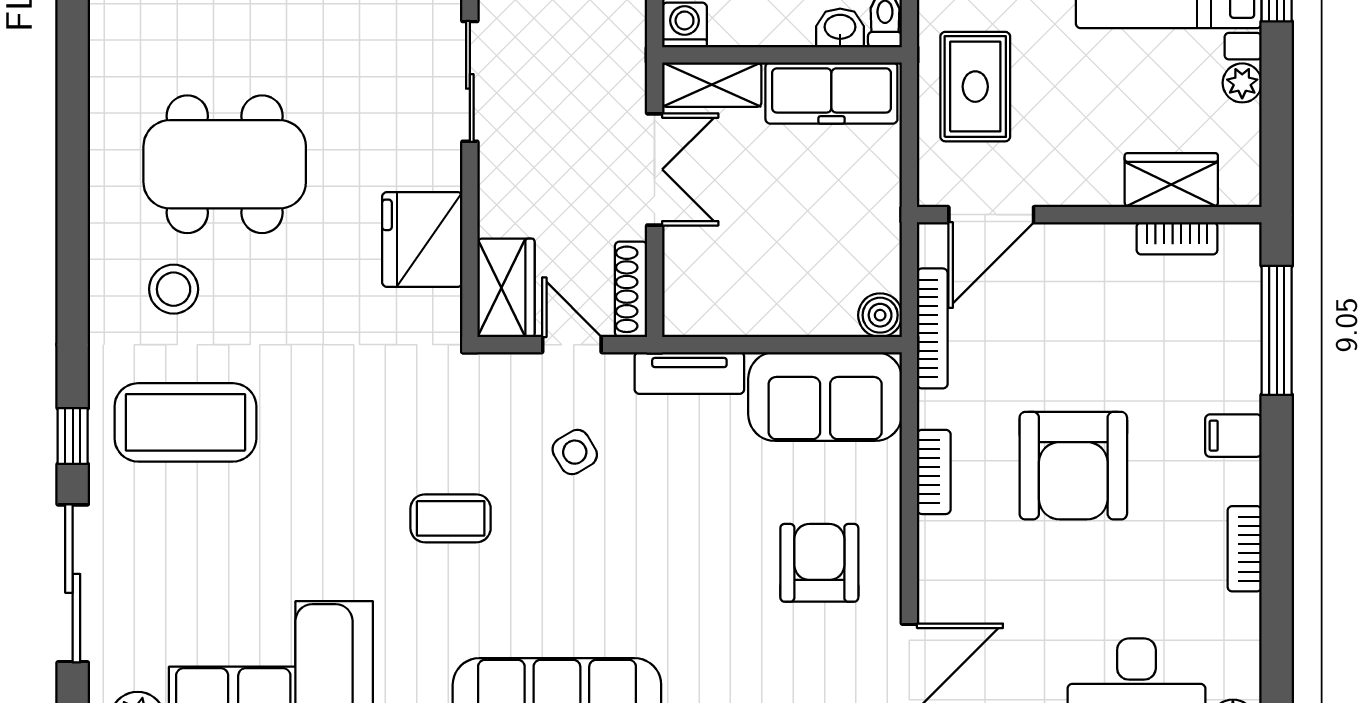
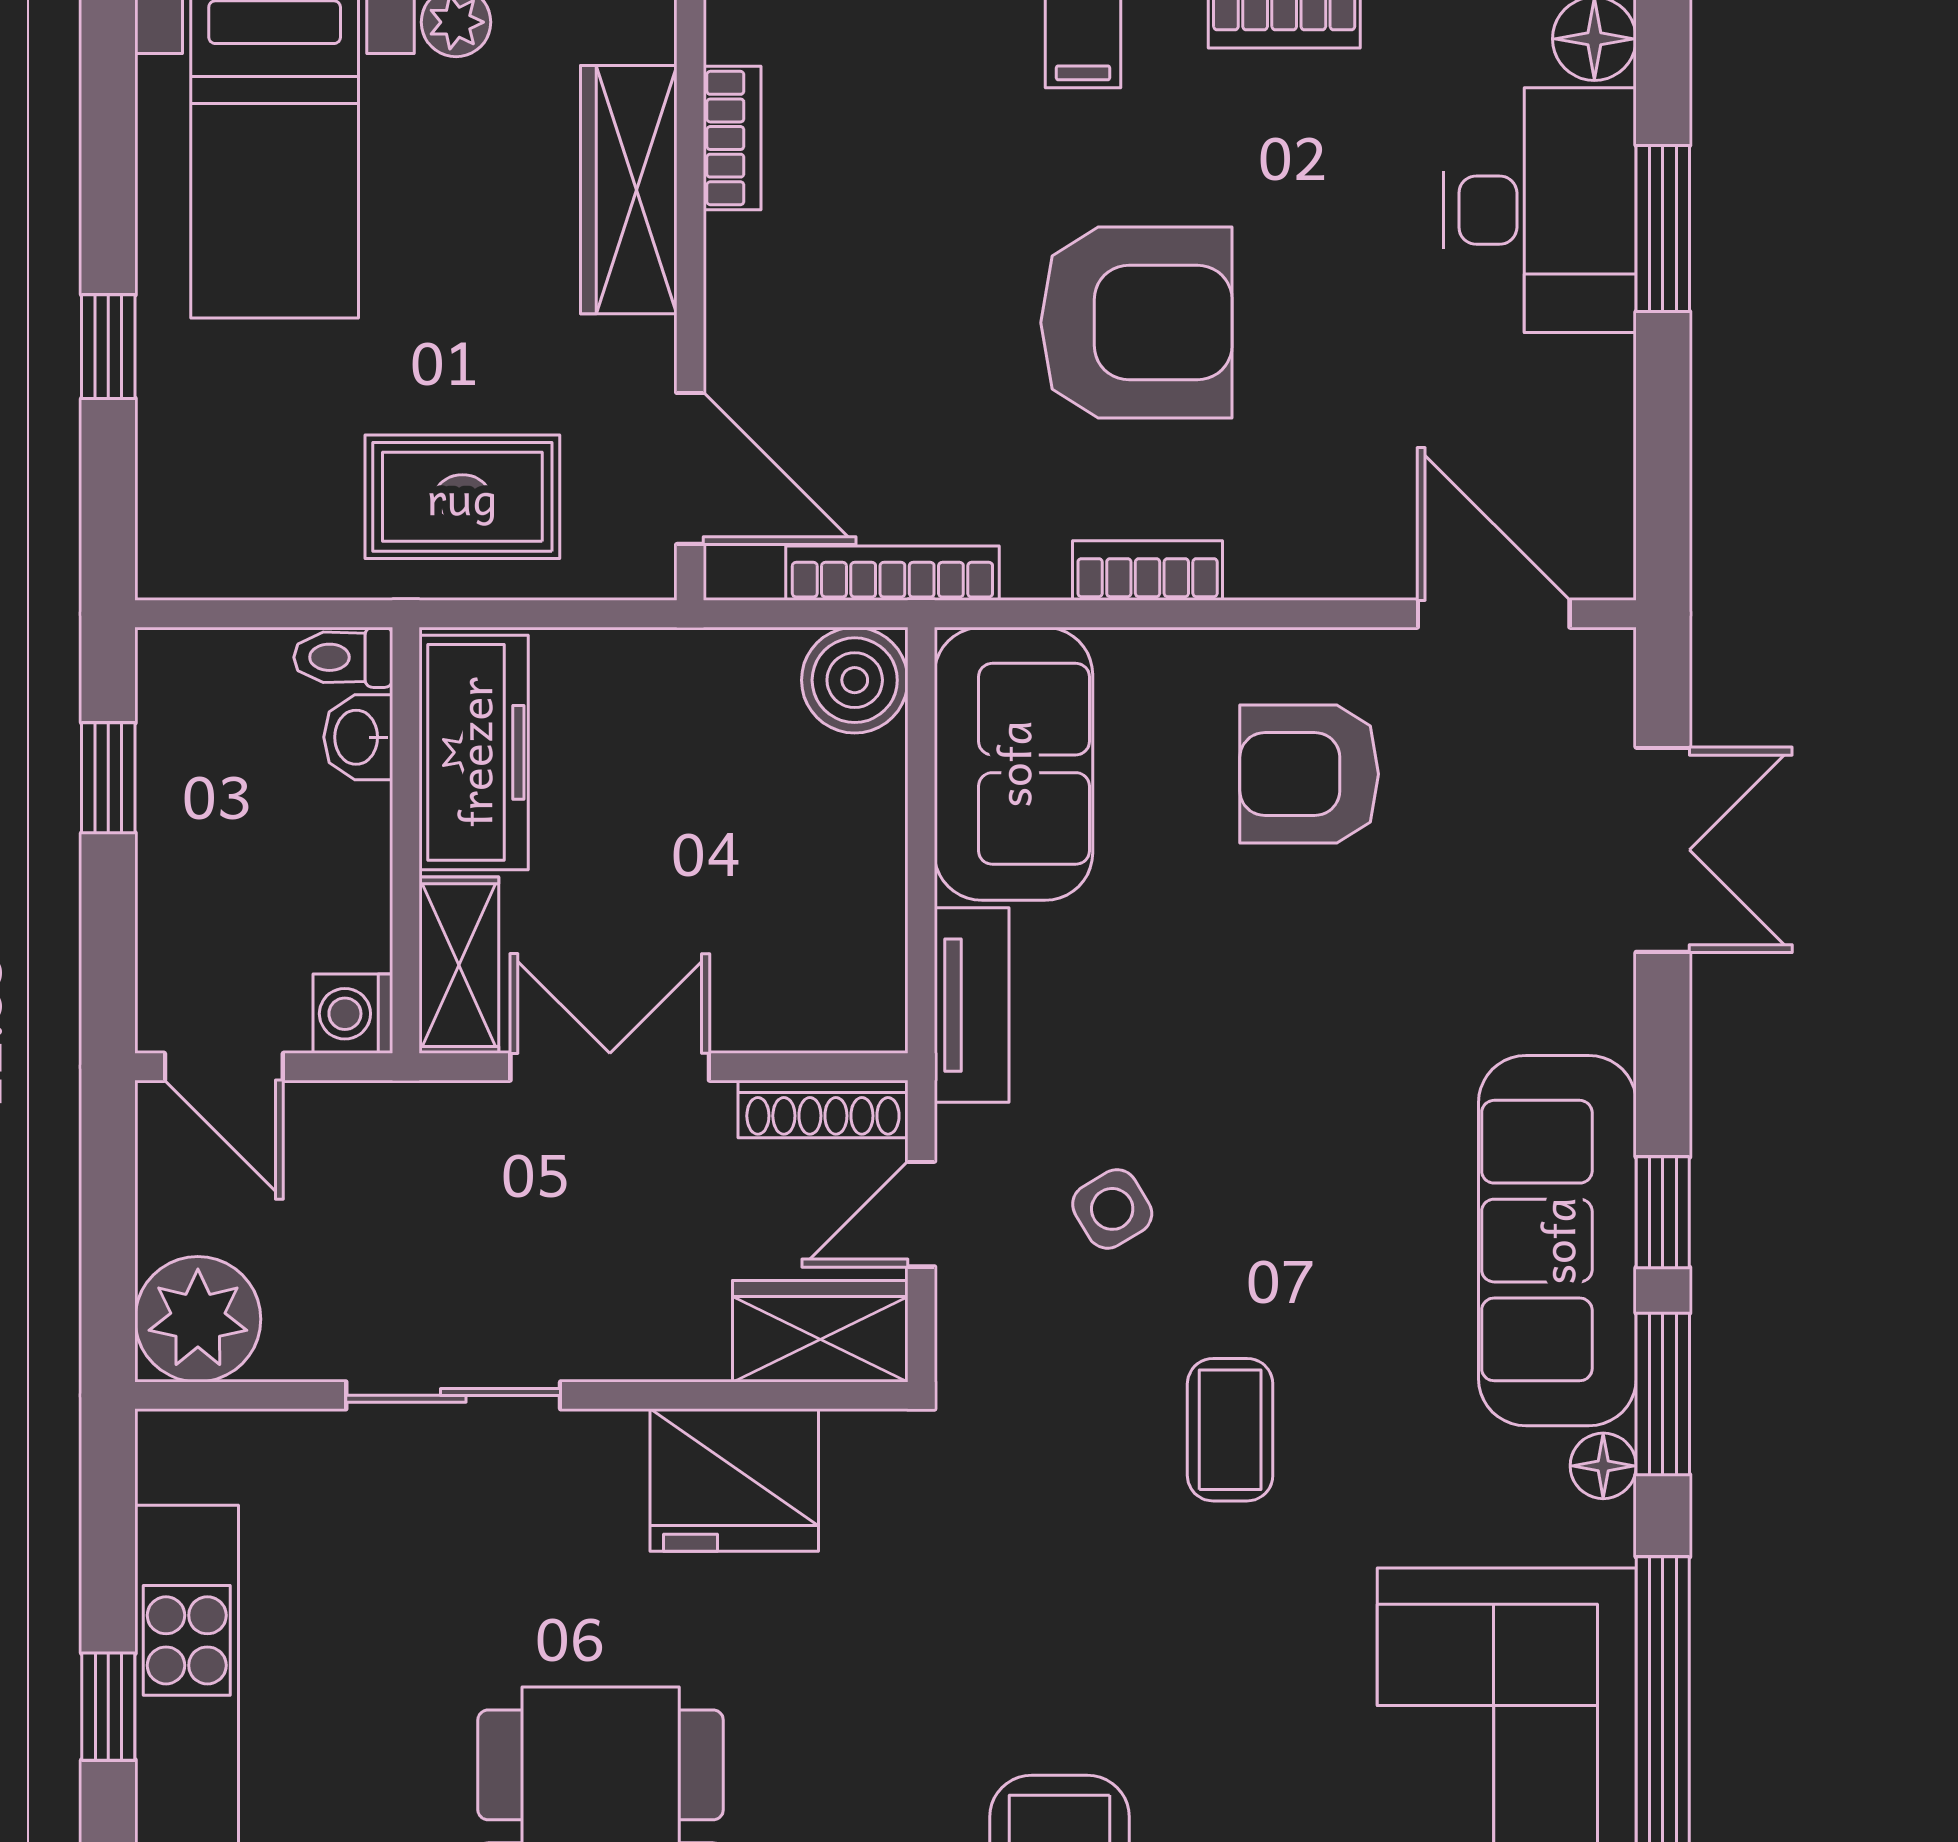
wardrobe: (1171, 180) -> (629, 190), width x1.50
boiler: (880, 315) -> (855, 680), width x1.36, depth x1.36

